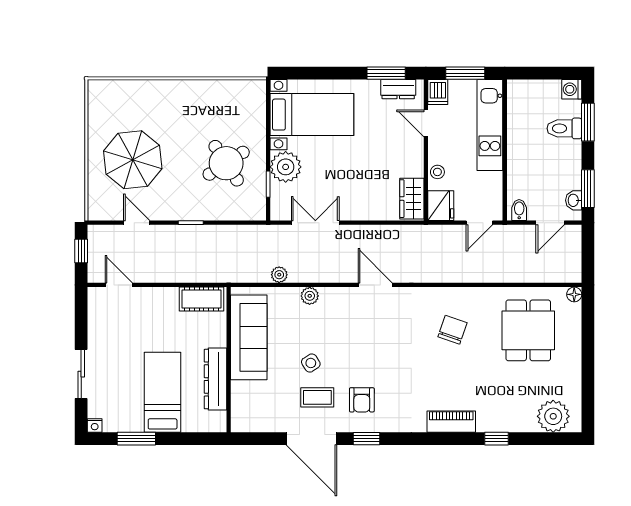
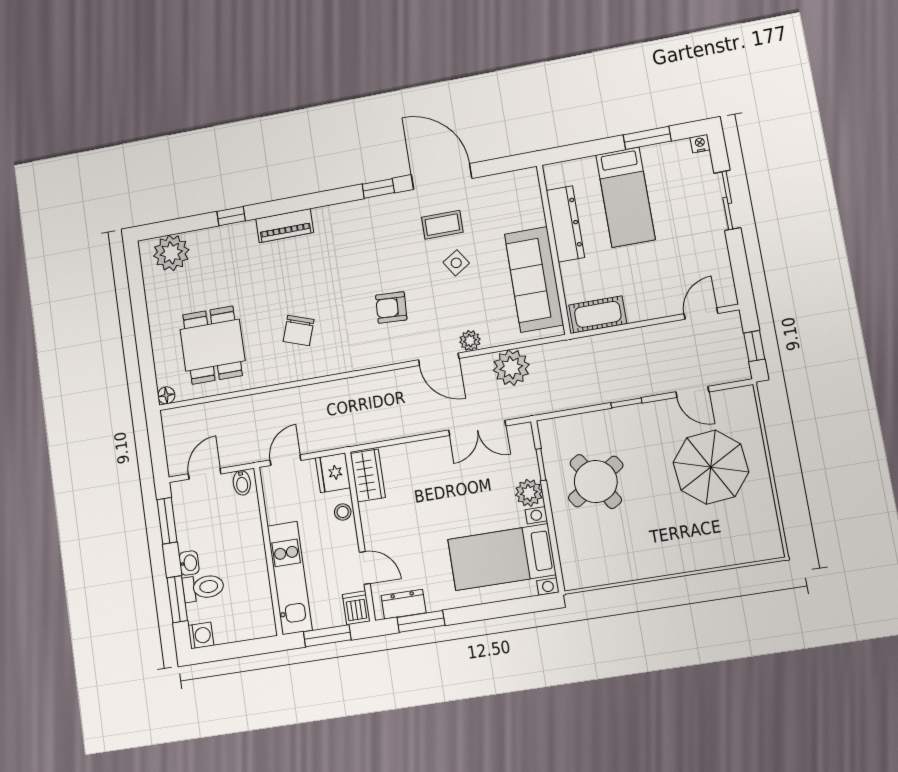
plant: (286, 167) -> (529, 493), width x0.73, depth x0.73
washbasin: (574, 200) -> (189, 563), moved
plant: (279, 275) -> (511, 368), width x1.88, depth x1.88
door: (119, 285) -> (701, 314), swing flipped
door: (375, 285) -> (439, 359), moved
armchair: (362, 400) -> (391, 307), moved, turned -87

